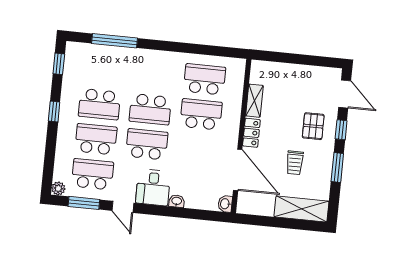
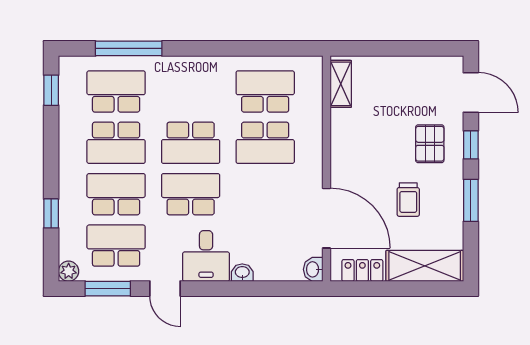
school desk: (103, 69) -> (116, 91), added
shelving: (254, 101) -> (341, 84), moved
window: (54, 112) -> (51, 213), moved
school desk: (201, 114) -> (265, 143), turned 180
locker: (251, 133) -> (362, 270), moved, turned -90

